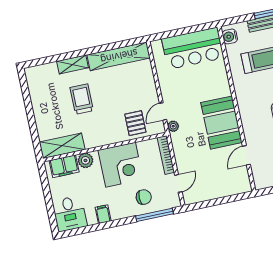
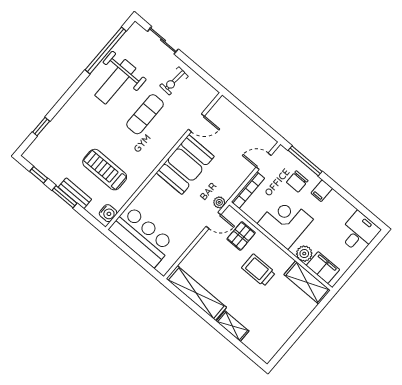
trolley: (82, 99) -> (259, 270), moved, turned 90
chair: (144, 197) -> (297, 181), turned -90
filing cabinet: (103, 214) -> (322, 191), moved

